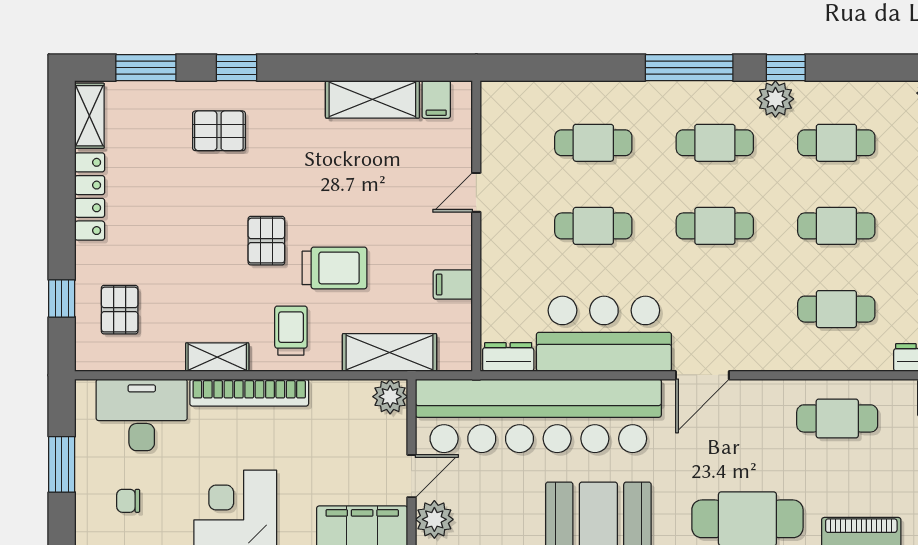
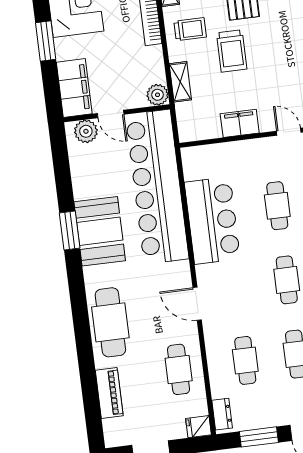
filing cabinet: (453, 285) -> (240, 123), width x2.00
shelving: (389, 352) -> (180, 82), width x0.67, depth x0.75
dresser: (508, 357) -> (191, 164), removed
door: (702, 375) -> (197, 304), moved

